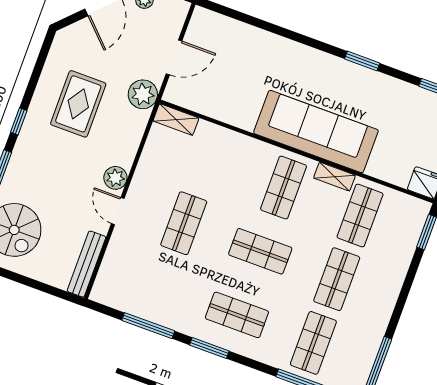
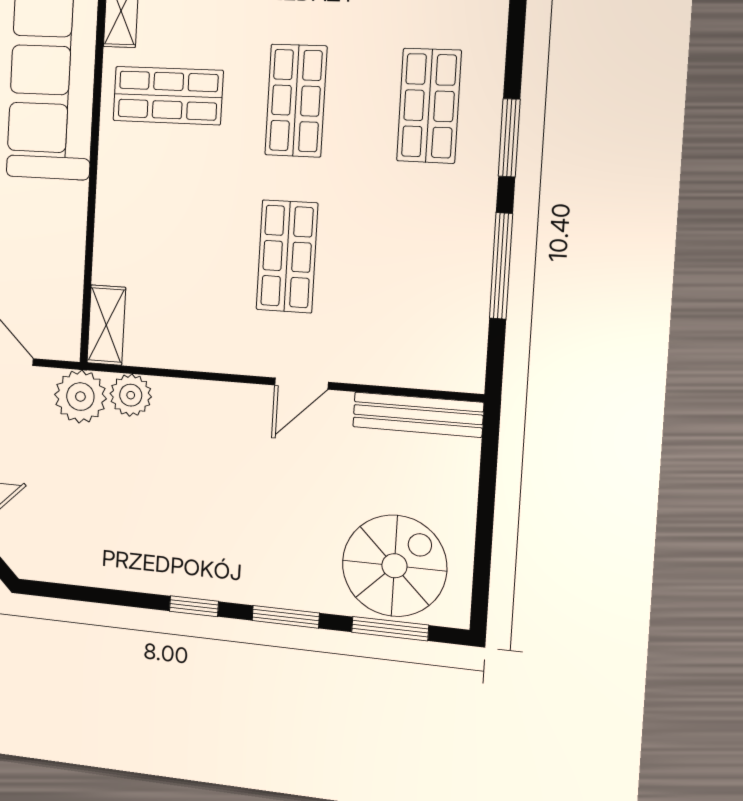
rug: (78, 104) -> (131, 507), removed
plant: (115, 178) -> (131, 395), moved
shop shelf: (184, 223) -> (287, 256), turned 90

